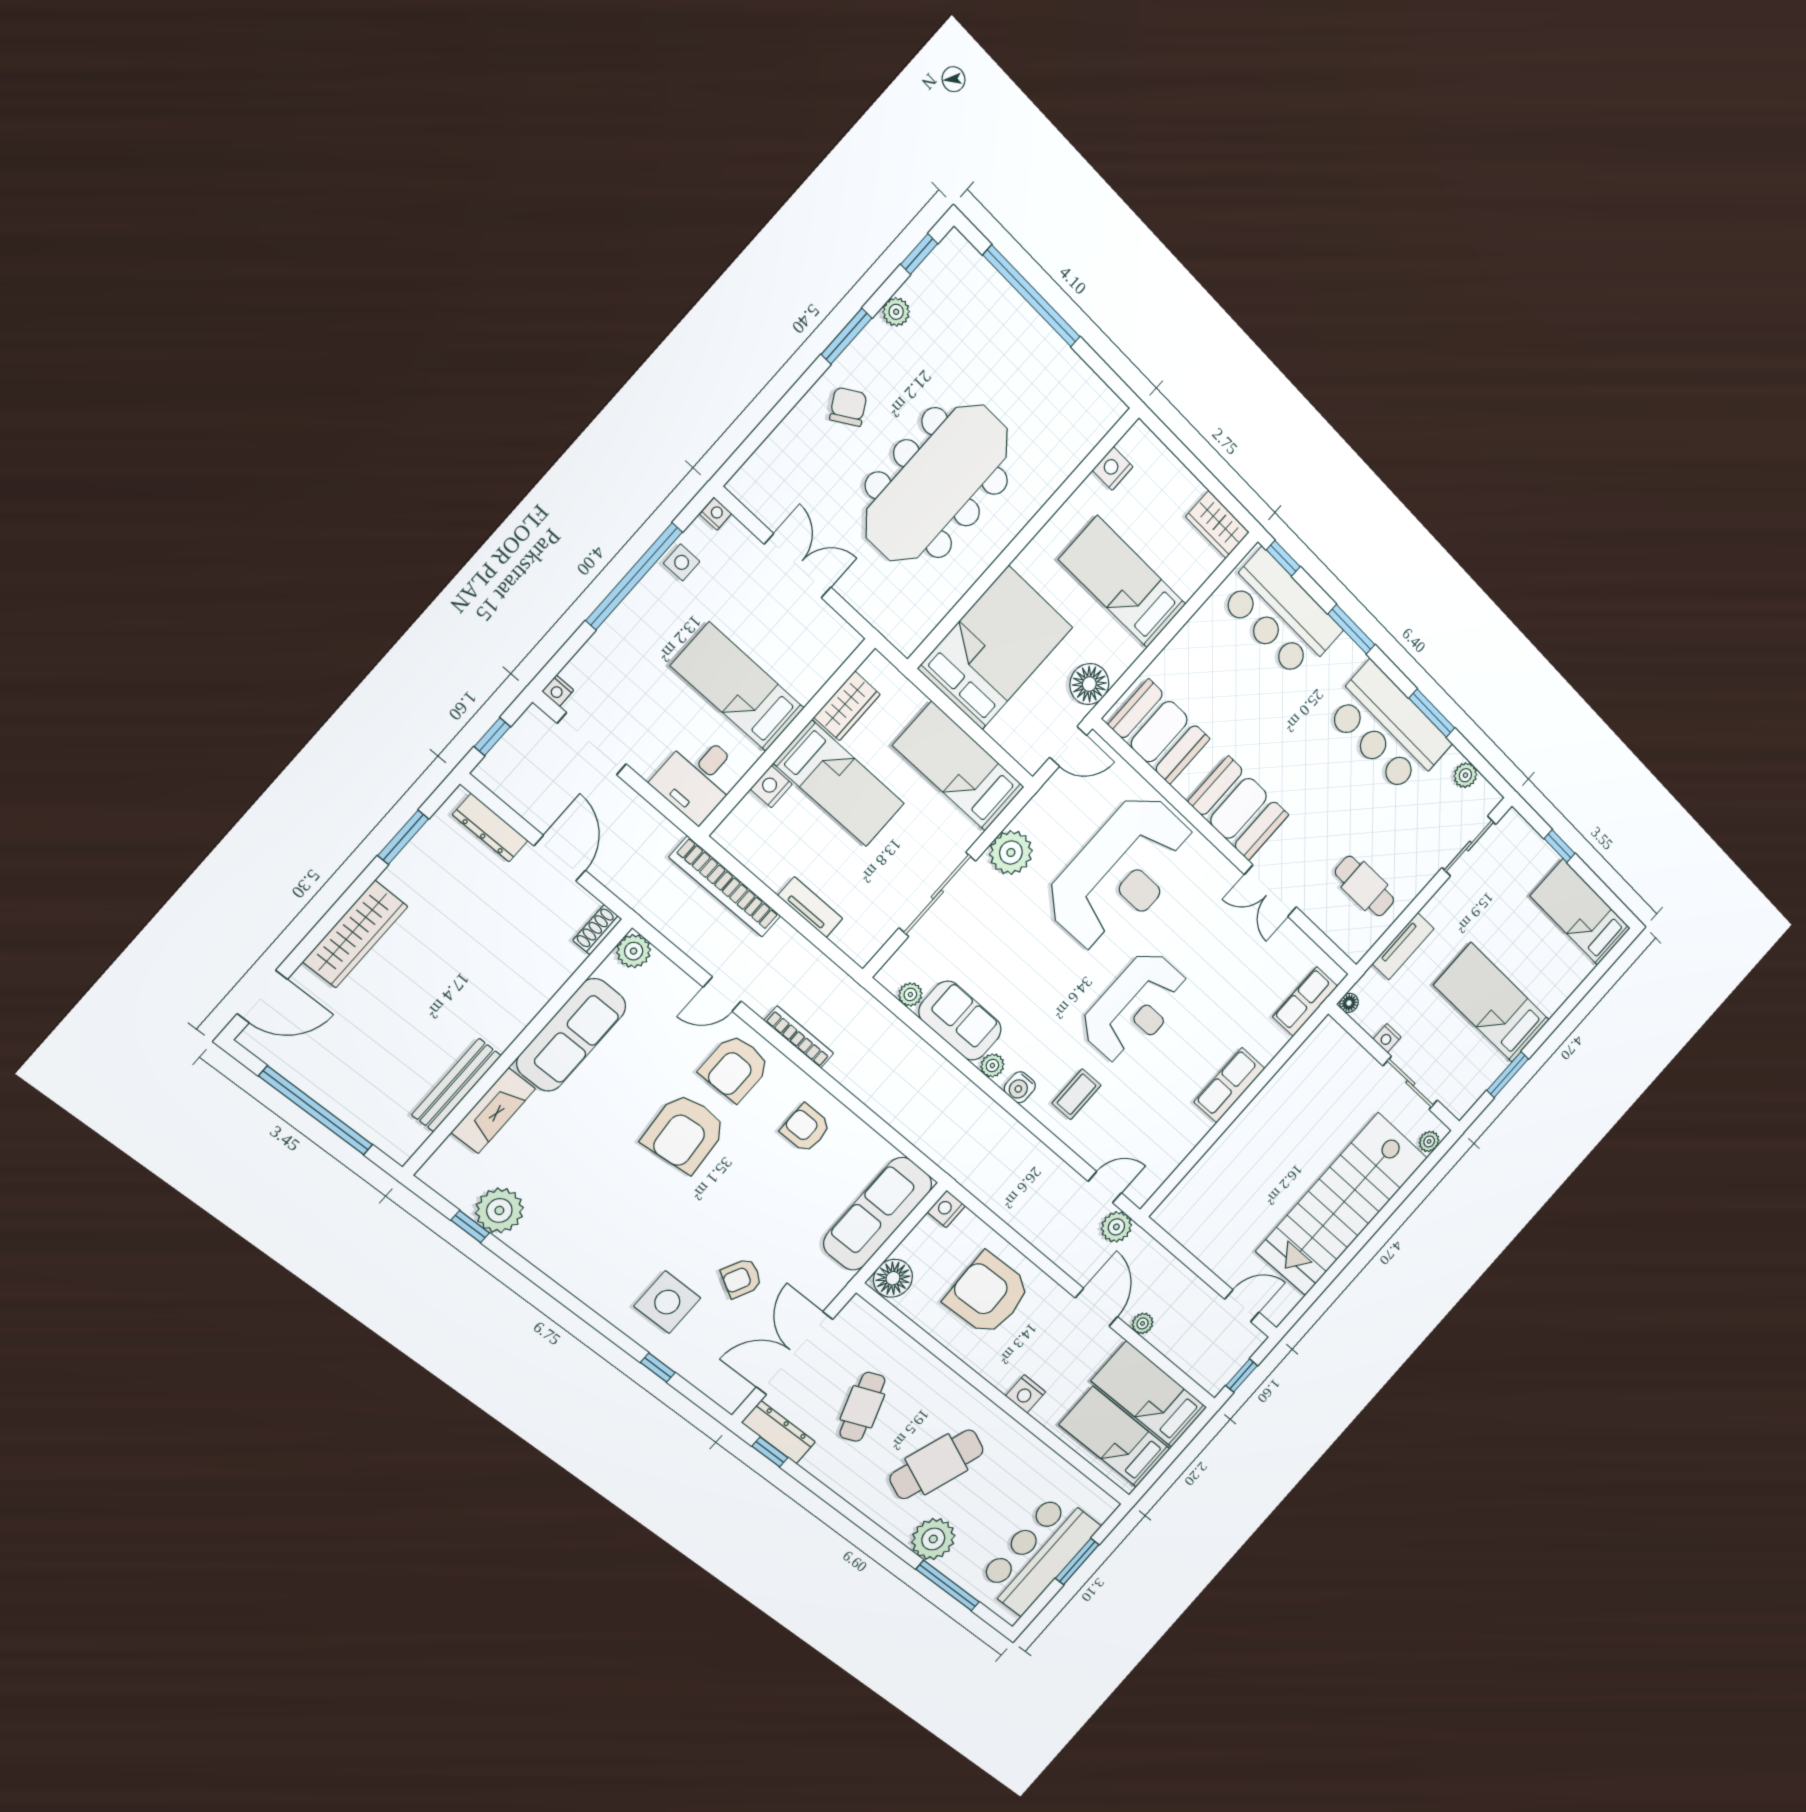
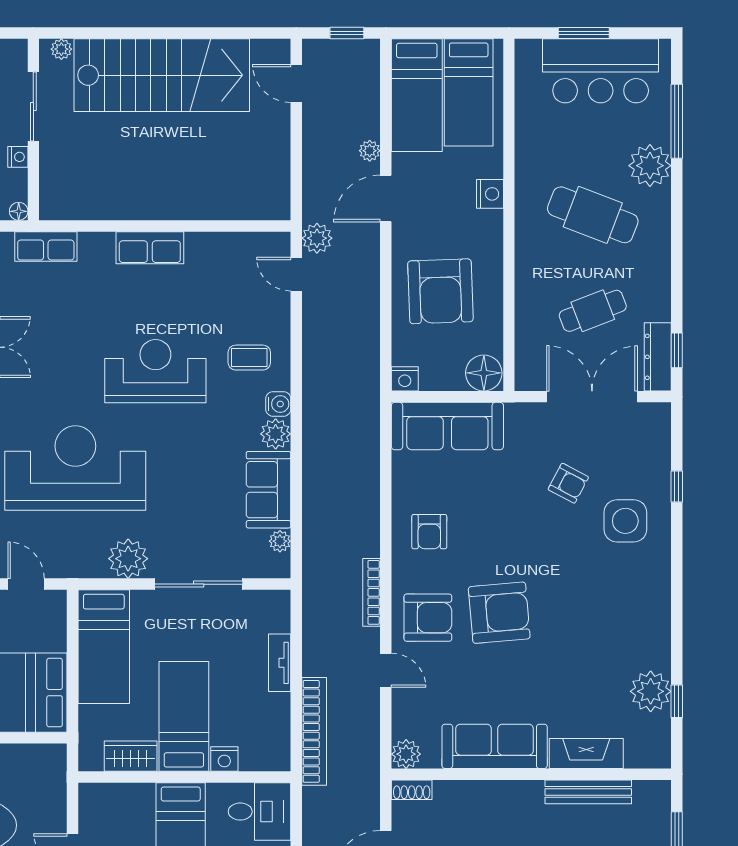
plant: (992, 1065) -> (276, 434), width x1.38, depth x1.38
double door: (795, 1353) -> (592, 397), swing flipped

